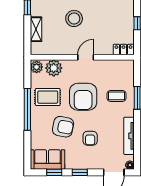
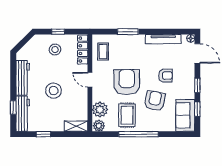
stool: (118, 20) -> (55, 50), added
shelving: (36, 29) -> (76, 126), moved
locker: (123, 50) -> (83, 50), width x1.53
coffee table: (116, 96) -> (103, 52), moved
armchair: (83, 97) -> (127, 82), turned -90

